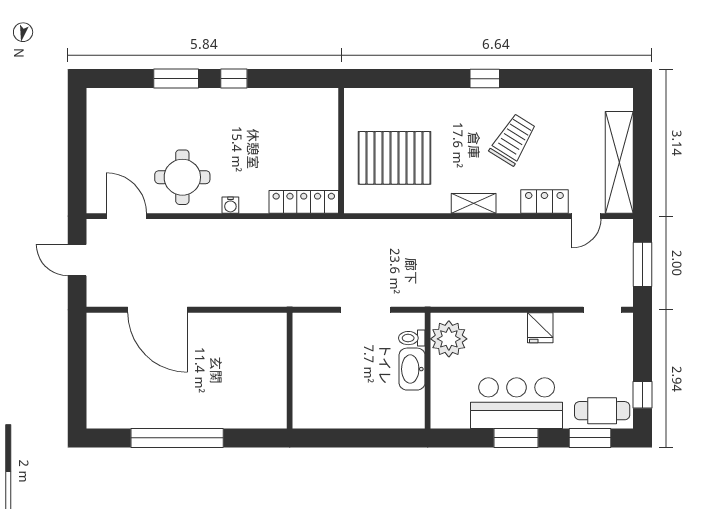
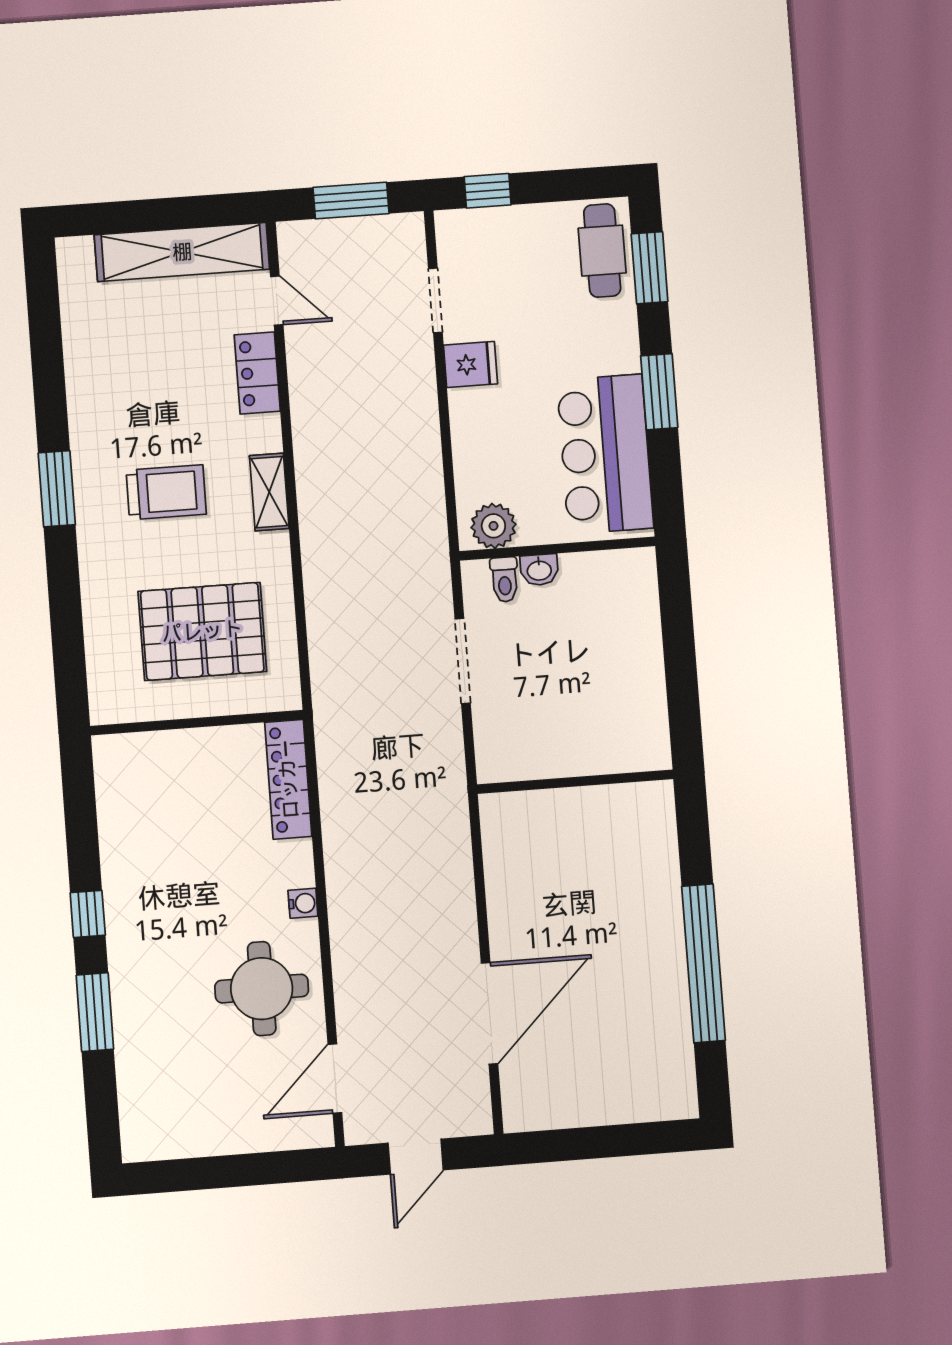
window: (485, 79) -> (57, 489), width x1.50
trolley: (513, 140) -> (166, 492), moved, turned 148
pallet: (394, 158) -> (202, 631), turned 90
doorway: (602, 310) -> (435, 300), moved
plant: (449, 339) -> (493, 526), width x0.73, depth x0.73
washbasin: (412, 369) -> (539, 570), width x0.52, depth x0.69
window: (643, 395) -> (488, 191), moved
bar counter: (517, 403) -> (605, 454), moved

